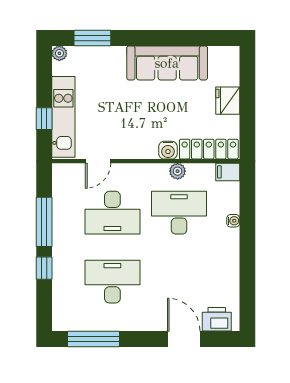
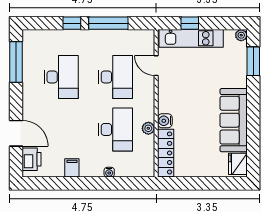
fridge: (228, 101) -> (238, 164), moved, turned -90
filing cabinet: (228, 172) -> (72, 168), moved
desk: (112, 213) -> (116, 77), turned 180
door: (184, 339) -> (16, 133), hinge flipped

